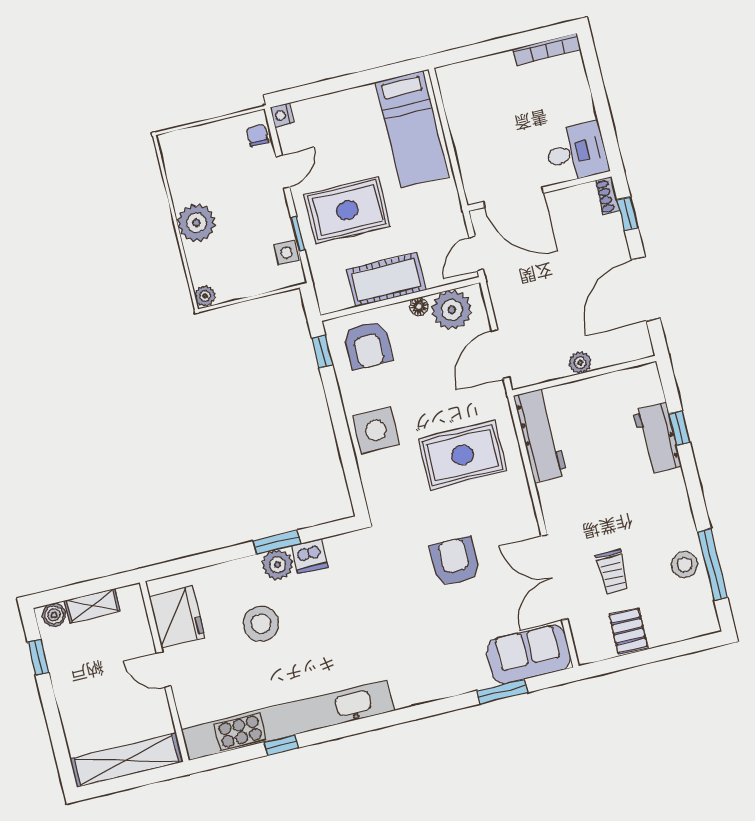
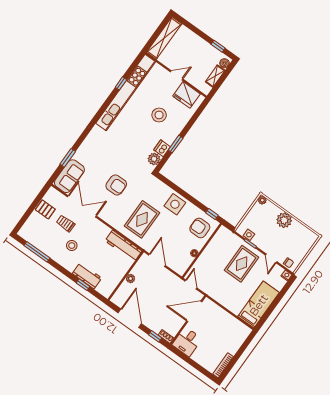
bed: (412, 129) -> (259, 305), moved, turned 90
cot: (386, 280) -> (211, 253), removed
plant: (452, 310) -> (183, 261), removed
plant: (277, 565) -> (154, 159), moved
stool: (685, 565) -> (72, 246), moved

